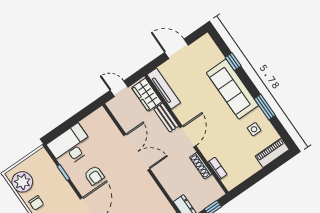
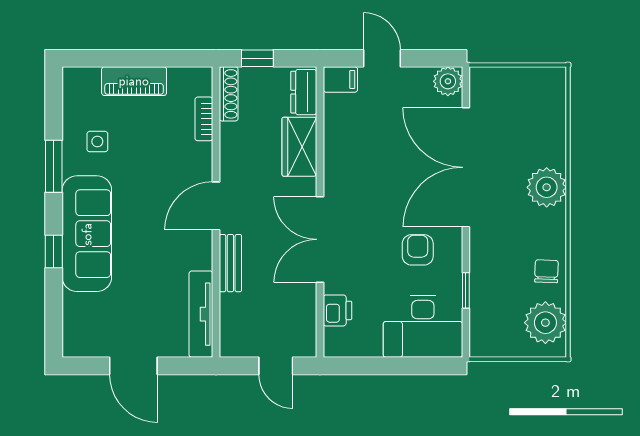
window: (233, 62) -> (54, 251), moved
wardrobe: (147, 95) -> (299, 147), moved, turned 180
printer: (110, 128) -> (337, 310), added
piano: (272, 153) -> (134, 81), moved
shoe rack: (201, 166) -> (229, 94), moved

